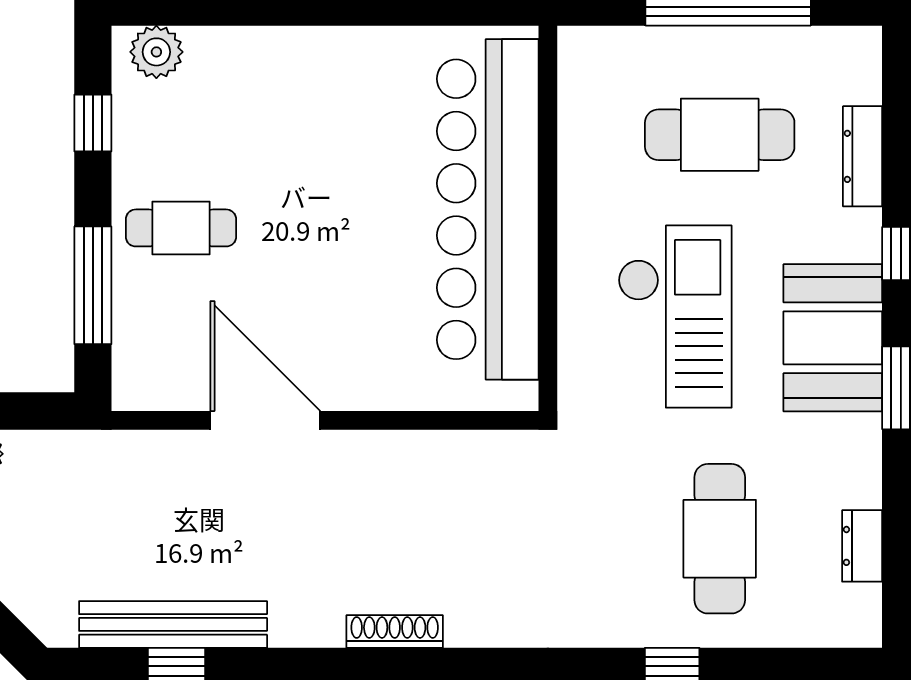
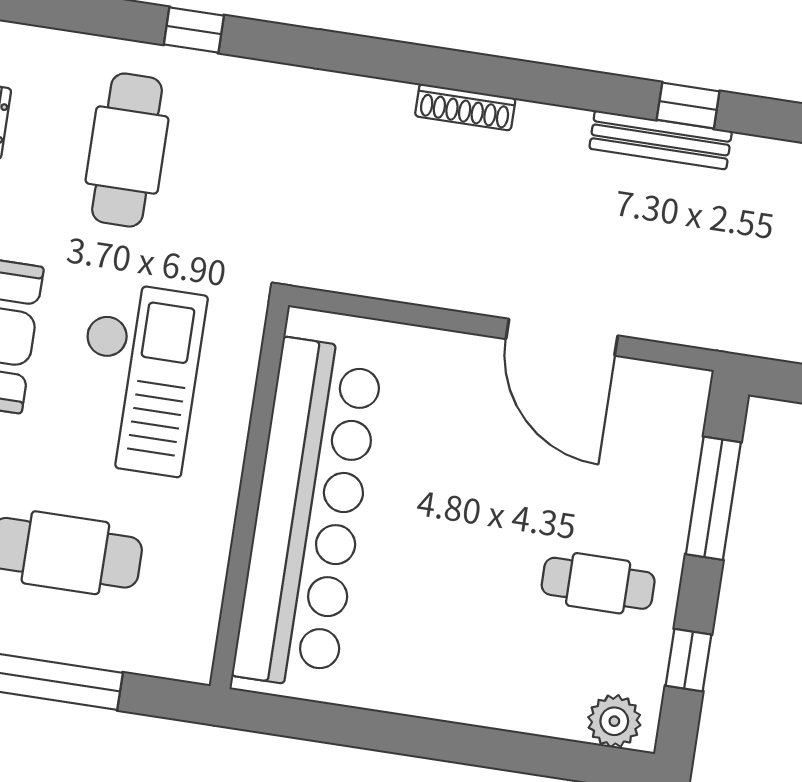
cafe table: (181, 228) -> (598, 583), moved
checkout: (675, 317) -> (138, 378), turned 180
bench: (173, 624) -> (661, 140), width x0.73, depth x0.82

